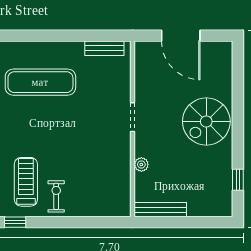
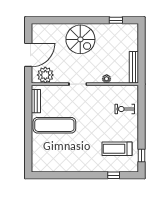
plant: (148, 64) -> (45, 75), added
exercise mat: (40, 82) -> (54, 125), moved, turned 90
exercise bike: (56, 196) -> (125, 109), moved

